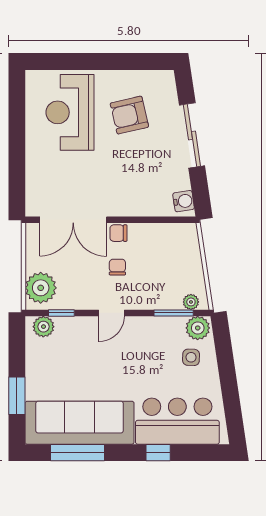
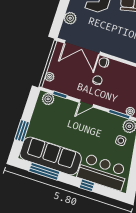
plant: (36, 176) -> (70, 18), added
plant: (41, 288) -> (49, 77), width x0.53, depth x0.53

